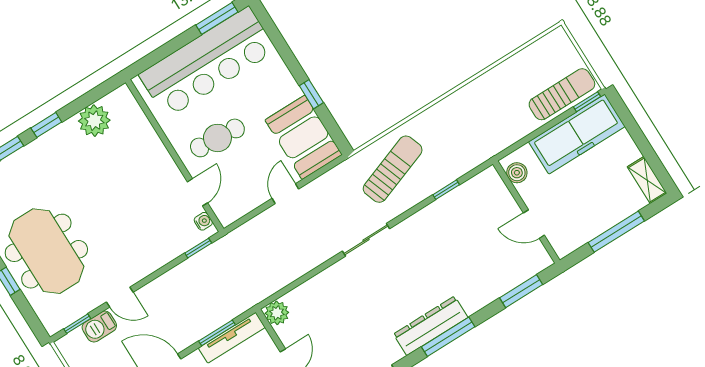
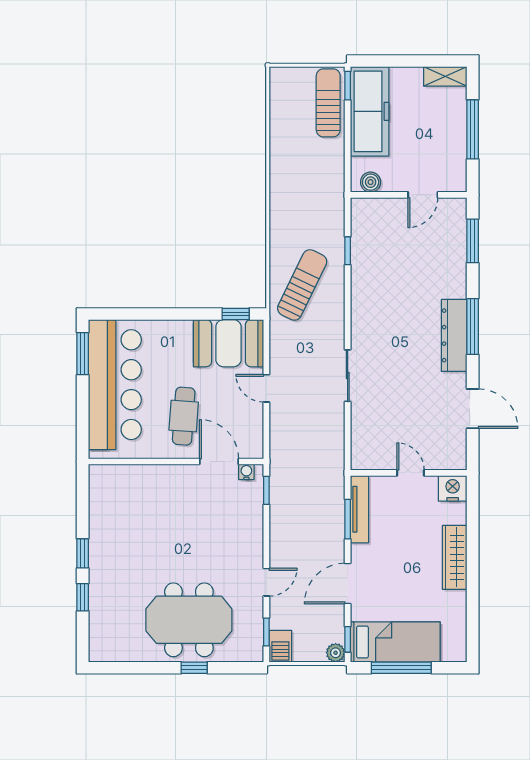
window: (311, 94) -> (236, 314), moved
plant: (94, 121) -> (104, 511), removed
sun lounger: (393, 169) -> (302, 285), turned 46
door: (198, 192) -> (219, 462), width x1.38
sliding door: (366, 240) -> (348, 376), moved
plant: (277, 313) -> (362, 458), removed
barbecue: (99, 327) -> (280, 646), moved

